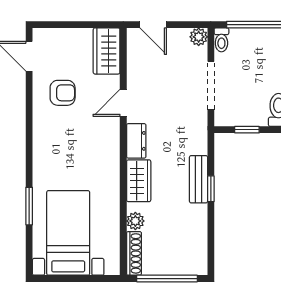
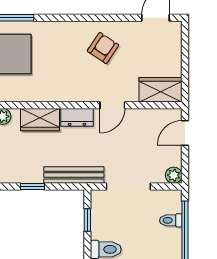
toilet: (221, 40) -> (171, 220), moved
armchair: (63, 93) -> (103, 48), moved, turned -146
door: (123, 103) -> (112, 105), swing flipped
bench: (198, 179) -> (74, 175), moved, width x1.36

